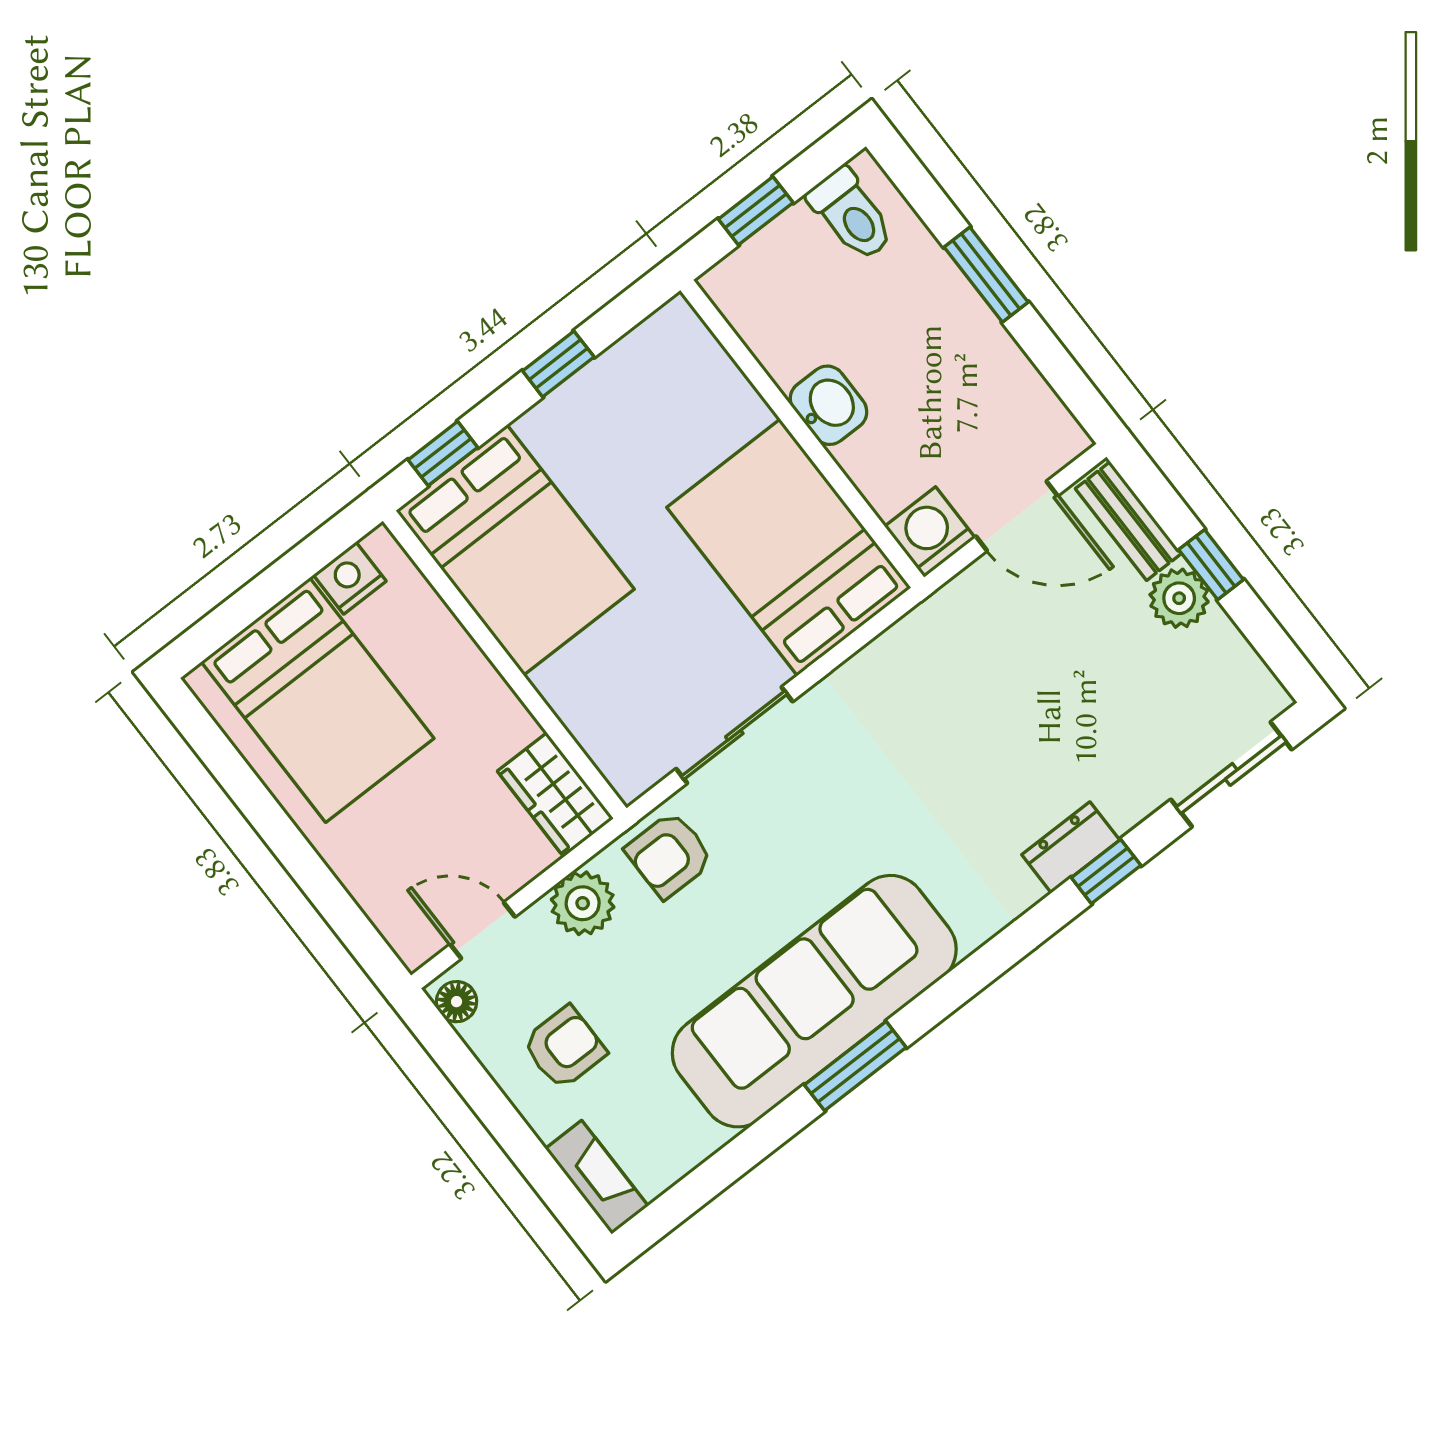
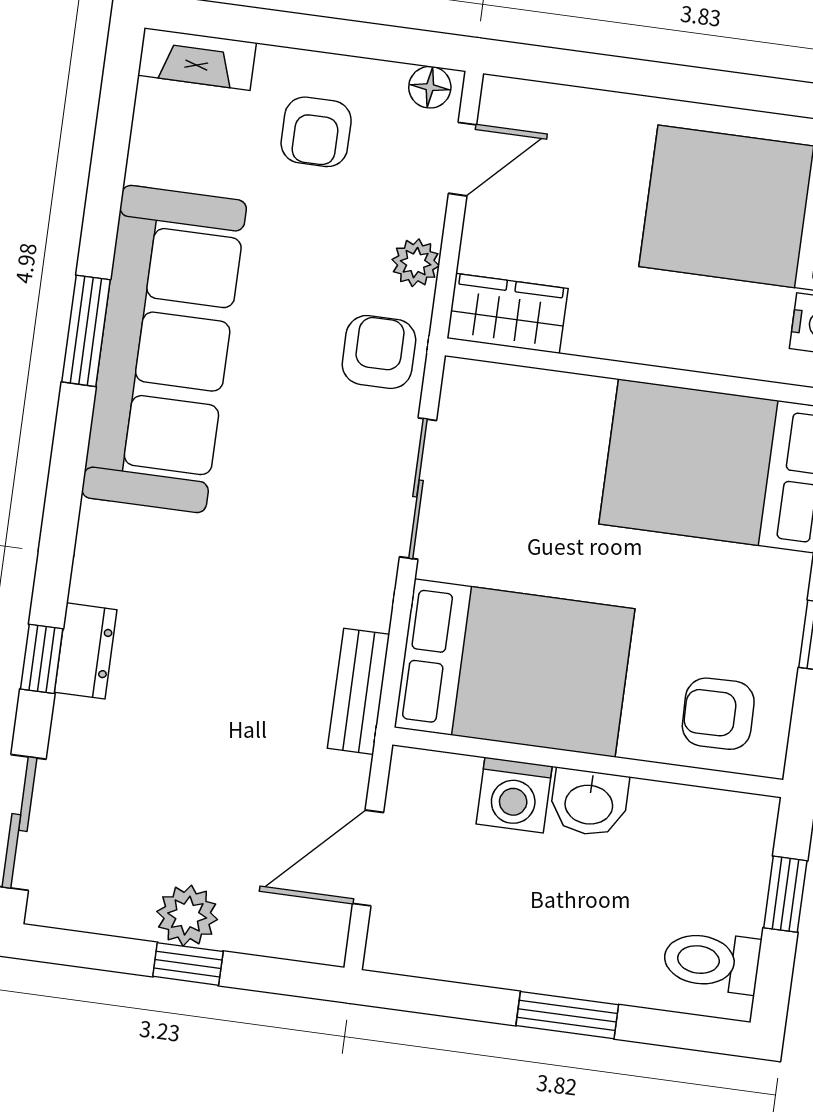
armchair: (680, 379) -> (718, 714), added
bench: (1128, 521) -> (359, 691), moved, turned 90
washing machine: (930, 532) -> (514, 795), moved, turned 90
plant: (583, 903) -> (416, 263), width x0.73, depth x0.73

